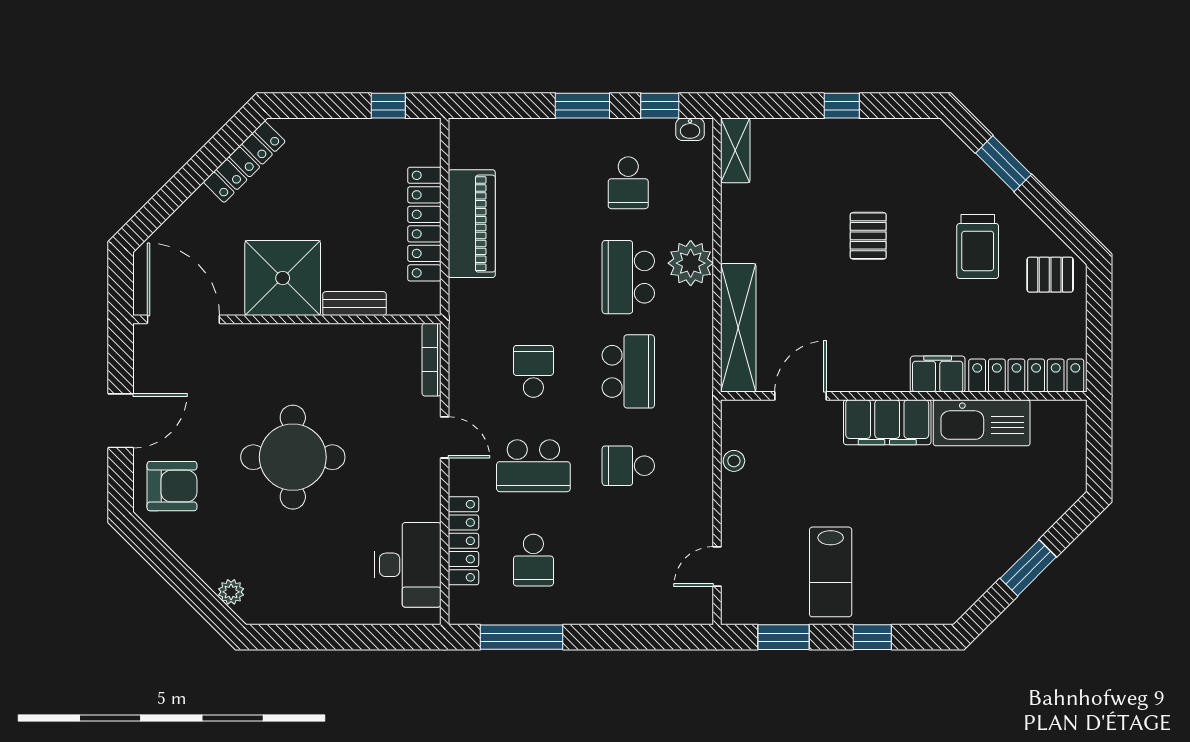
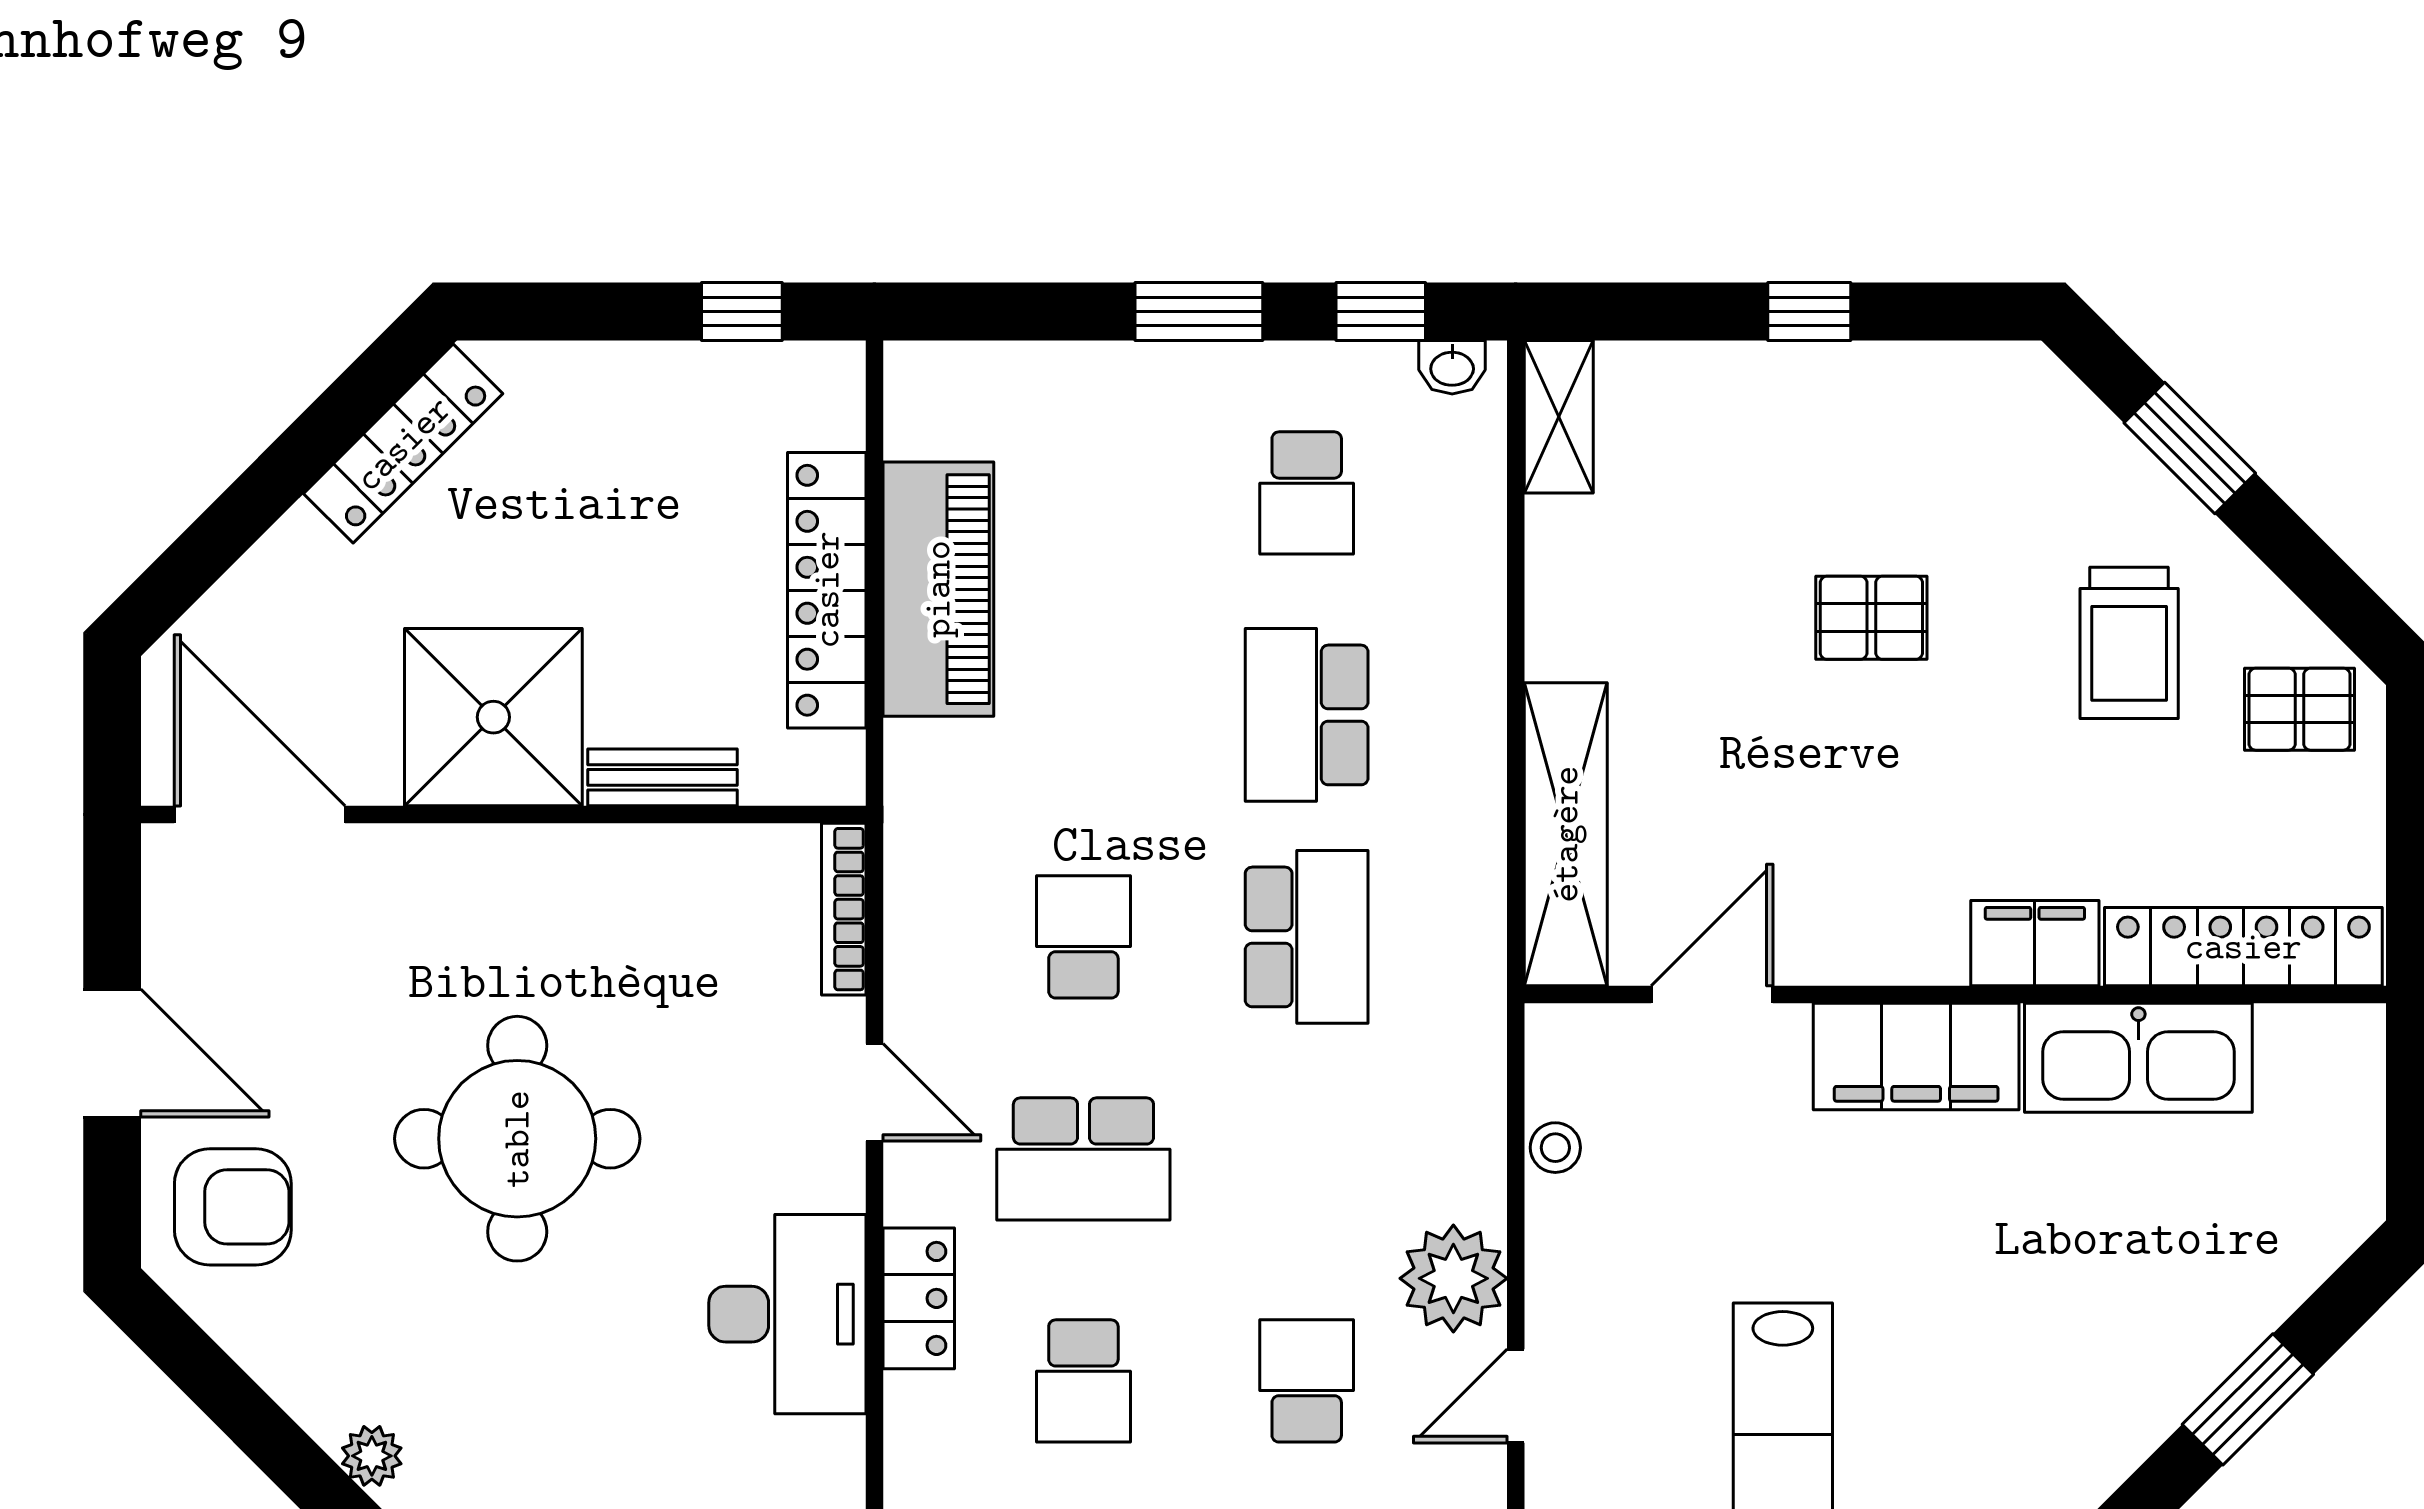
pallet: (868, 236) -> (1871, 618), turned 90
plant: (691, 263) -> (1453, 1278), moved
door: (121, 421) -> (112, 1053), hinge flipped
school desk: (628, 466) -> (1307, 1381), moved, turned 90
locker: (463, 541) -> (919, 1298), width x0.66
desk: (408, 565) -> (787, 1314), moved

